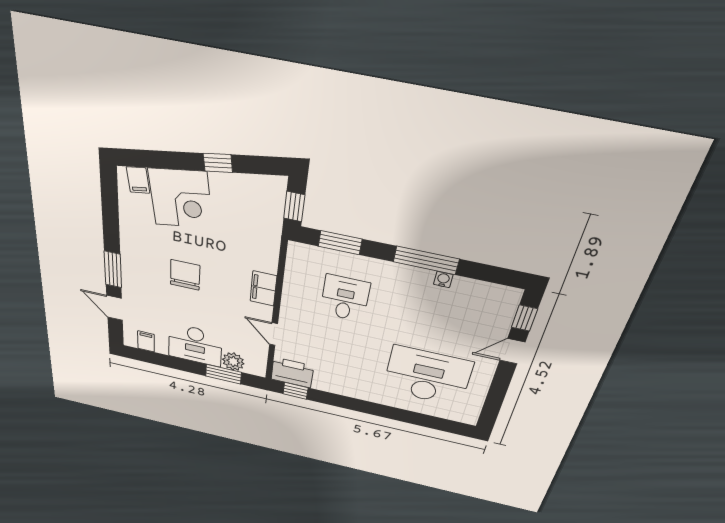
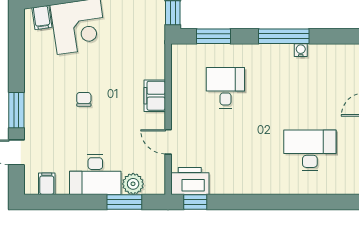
chair: (185, 275) -> (84, 99), width x0.54, depth x0.54
desk: (427, 376) -> (310, 150), width x0.73, depth x0.77

